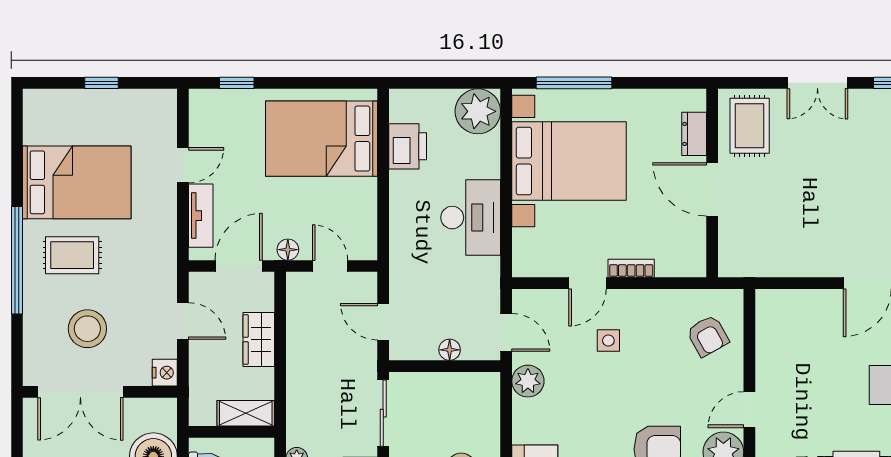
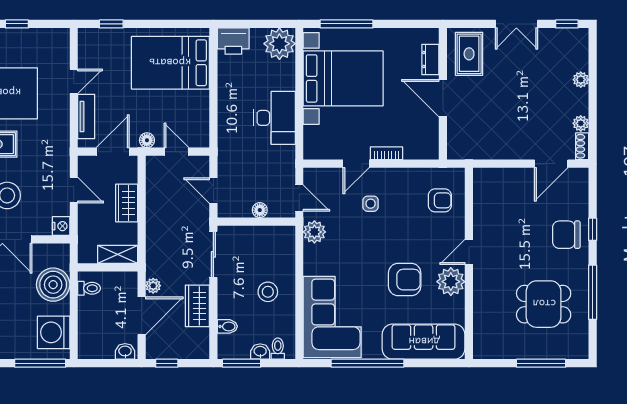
printer: (408, 146) -> (233, 41), moved, turned 90
armchair: (708, 336) -> (440, 200), turned -61

